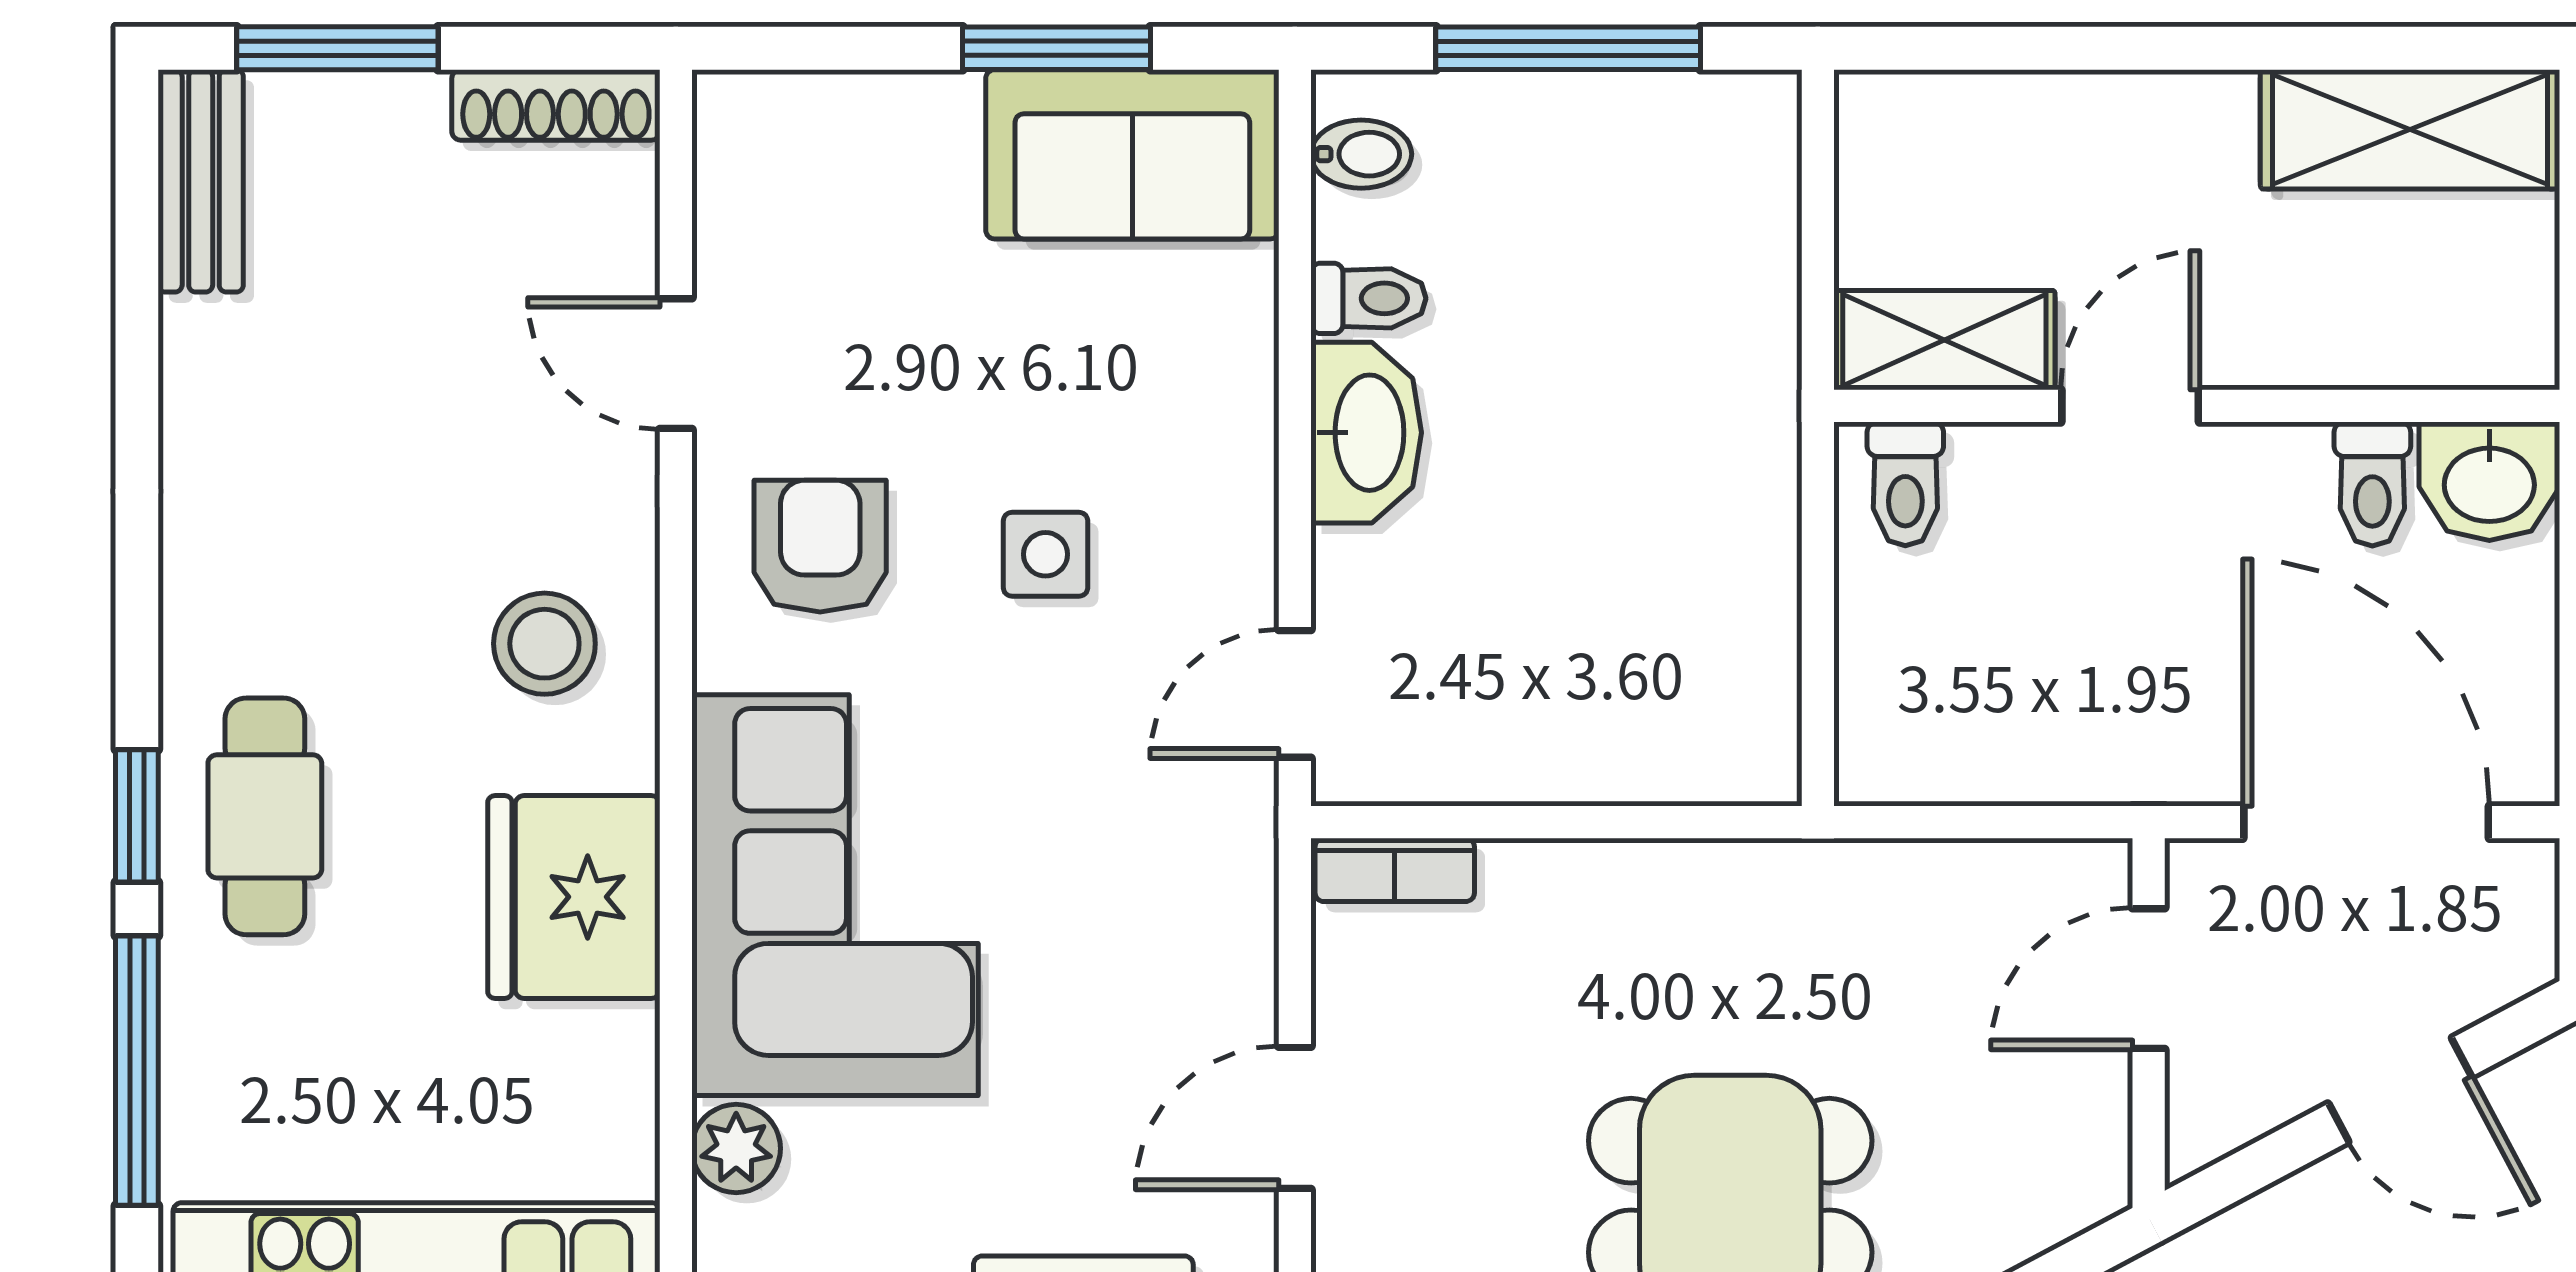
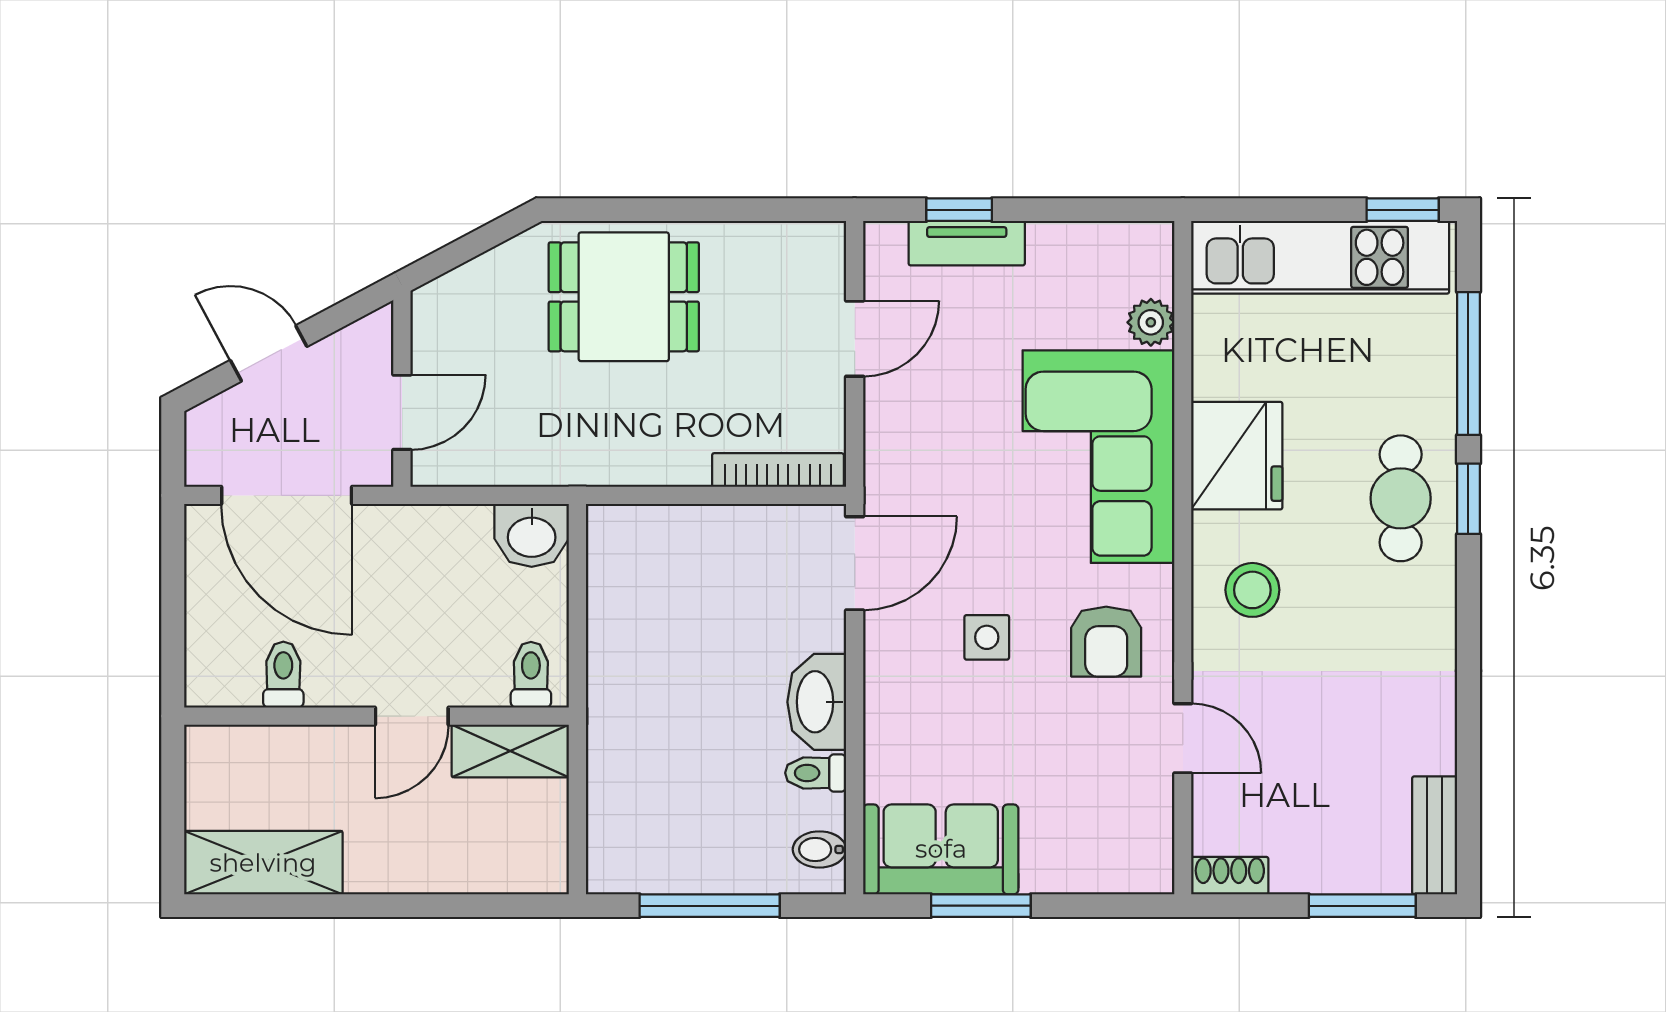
shoe rack: (556, 105) -> (1230, 876), width x0.70
washbasin: (2489, 481) -> (532, 535), moved, turned 180
door: (1295, 694) -> (855, 563), width x1.38
bookcase: (1395, 870) -> (778, 470), width x1.56

